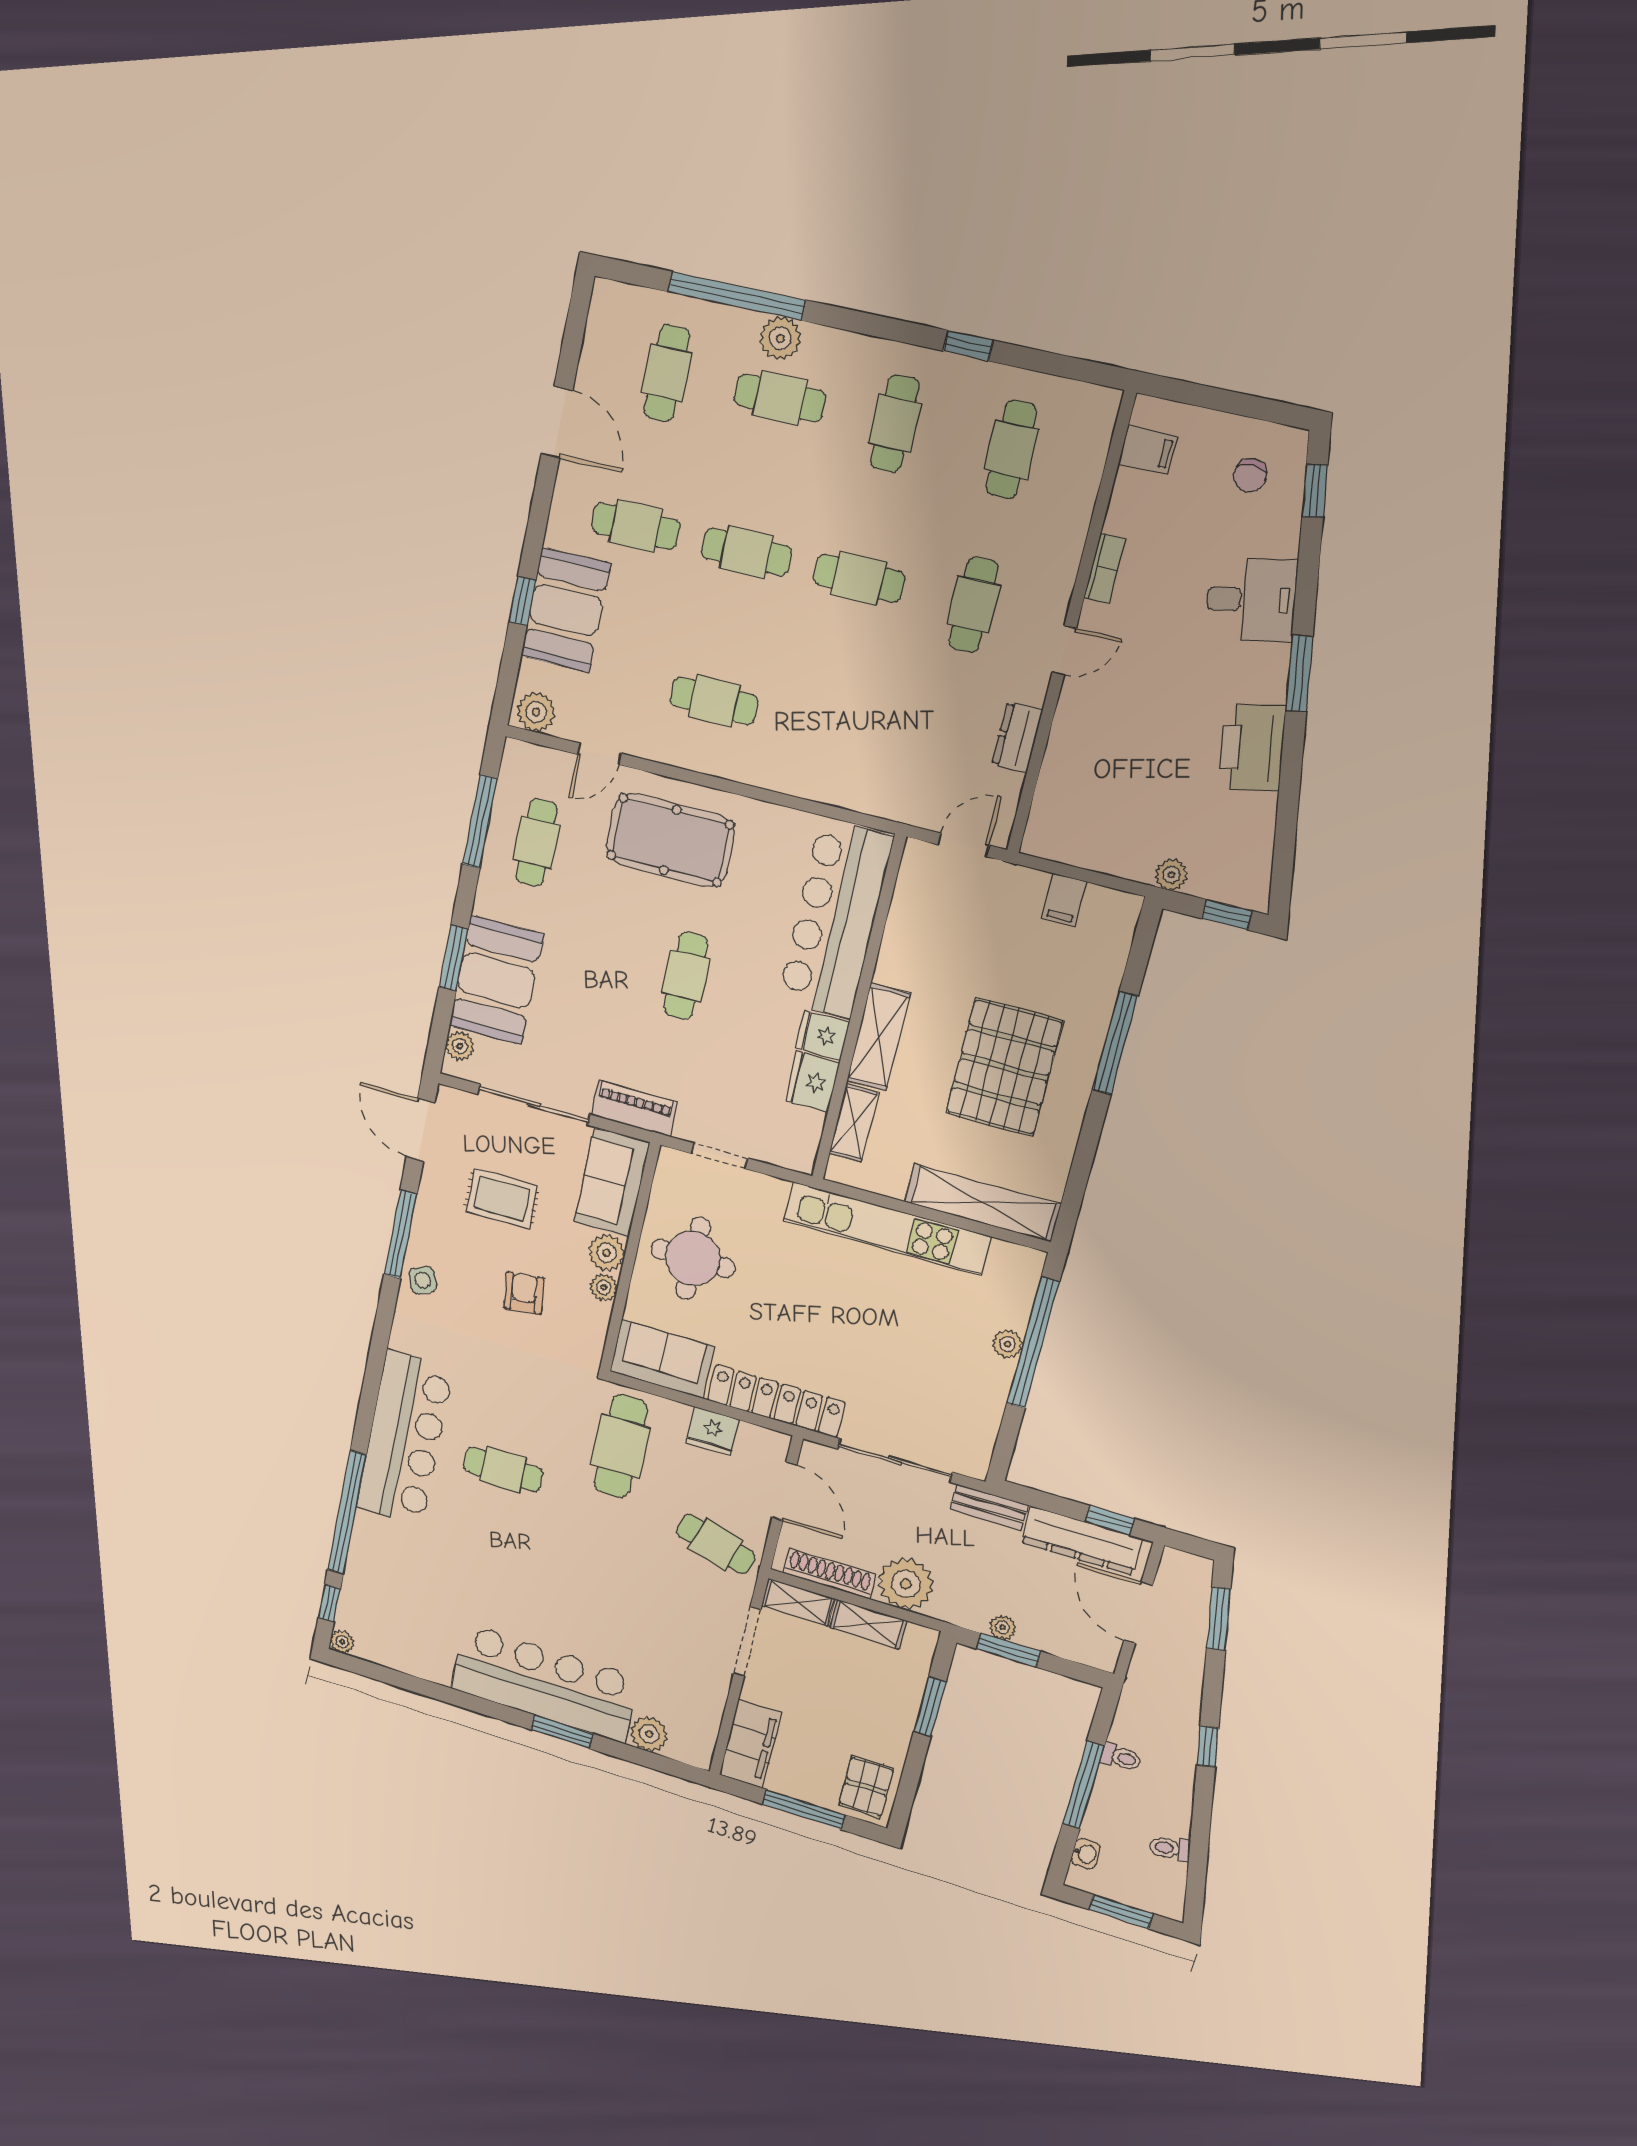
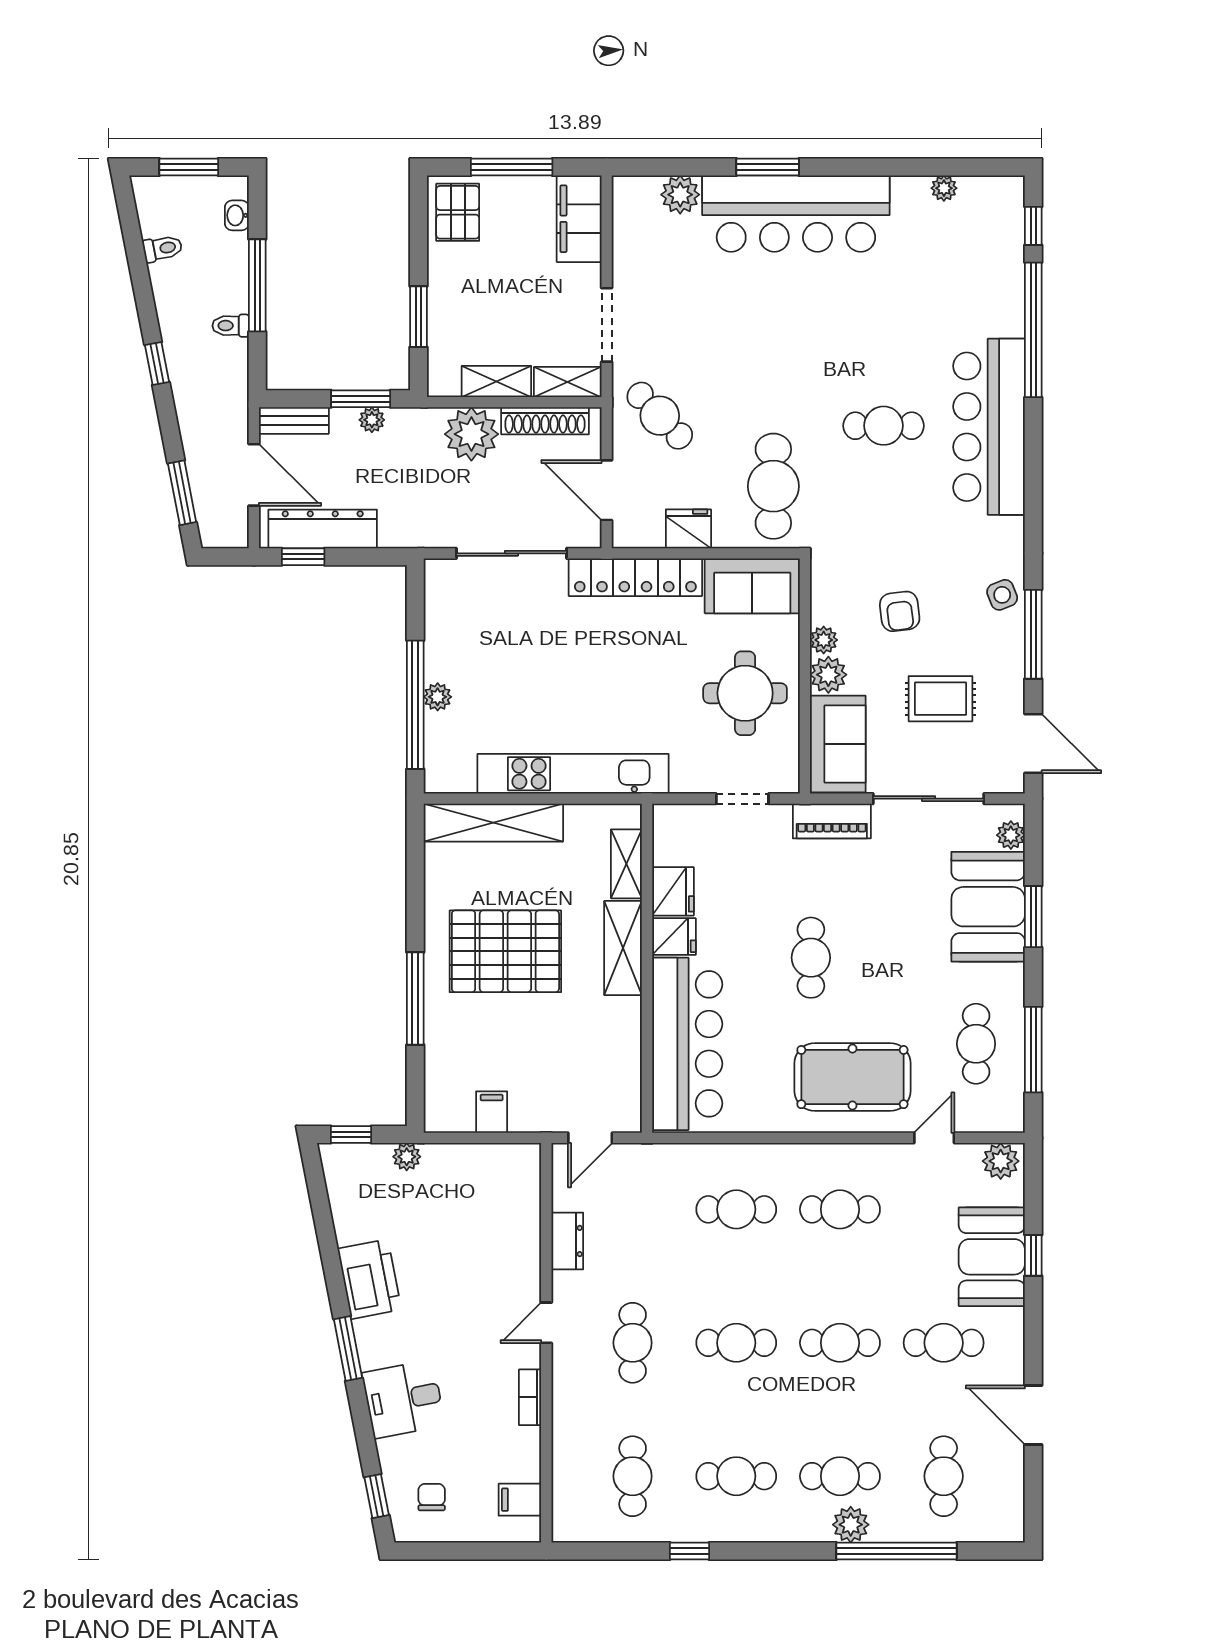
cafe table: (895, 423) -> (736, 1476), turned 90
cafe table: (825, 728) -> (736, 1209), added
pallet: (1004, 1067) -> (505, 951), turned 90
bench: (989, 1507) -> (294, 421), moved
cafe table: (716, 1544) -> (660, 416), turned 30
plant: (342, 1642) -> (944, 188), moved

